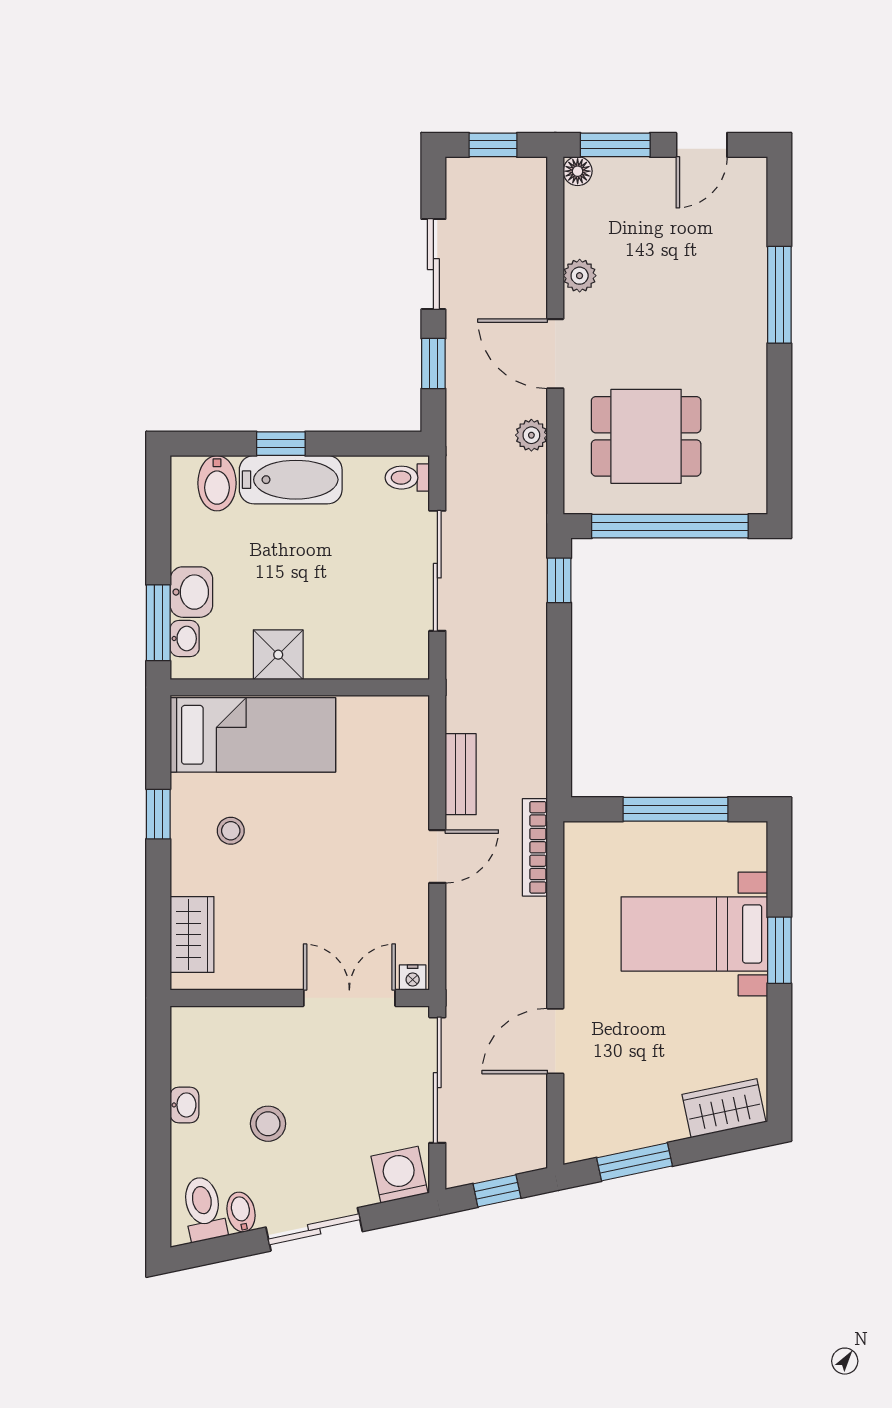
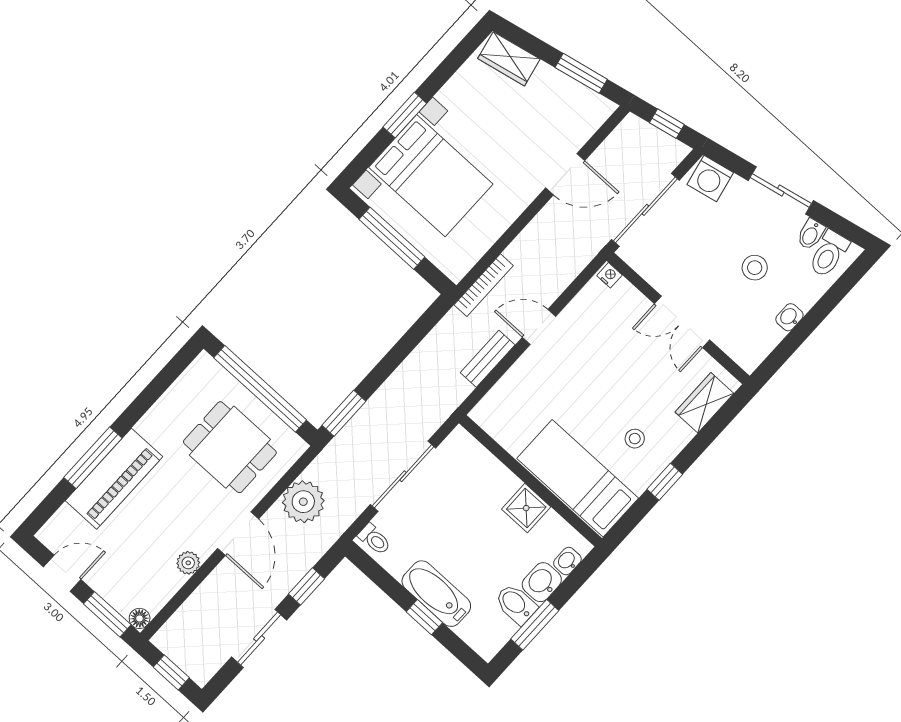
piano: (737, 293) -> (114, 479), added
plant: (531, 435) -> (303, 502), width x1.88, depth x1.88
bidet: (217, 483) -> (516, 604), moved, turned -90
window: (559, 580) -> (344, 413), width x1.50
window: (158, 623) -> (535, 625), moved
bed with nightstands: (694, 934) -> (431, 176), width x1.36
double door: (349, 998) -> (682, 322), moved

